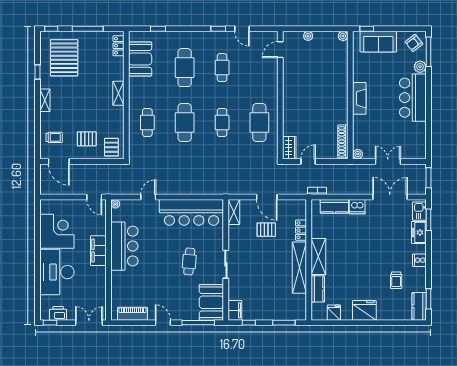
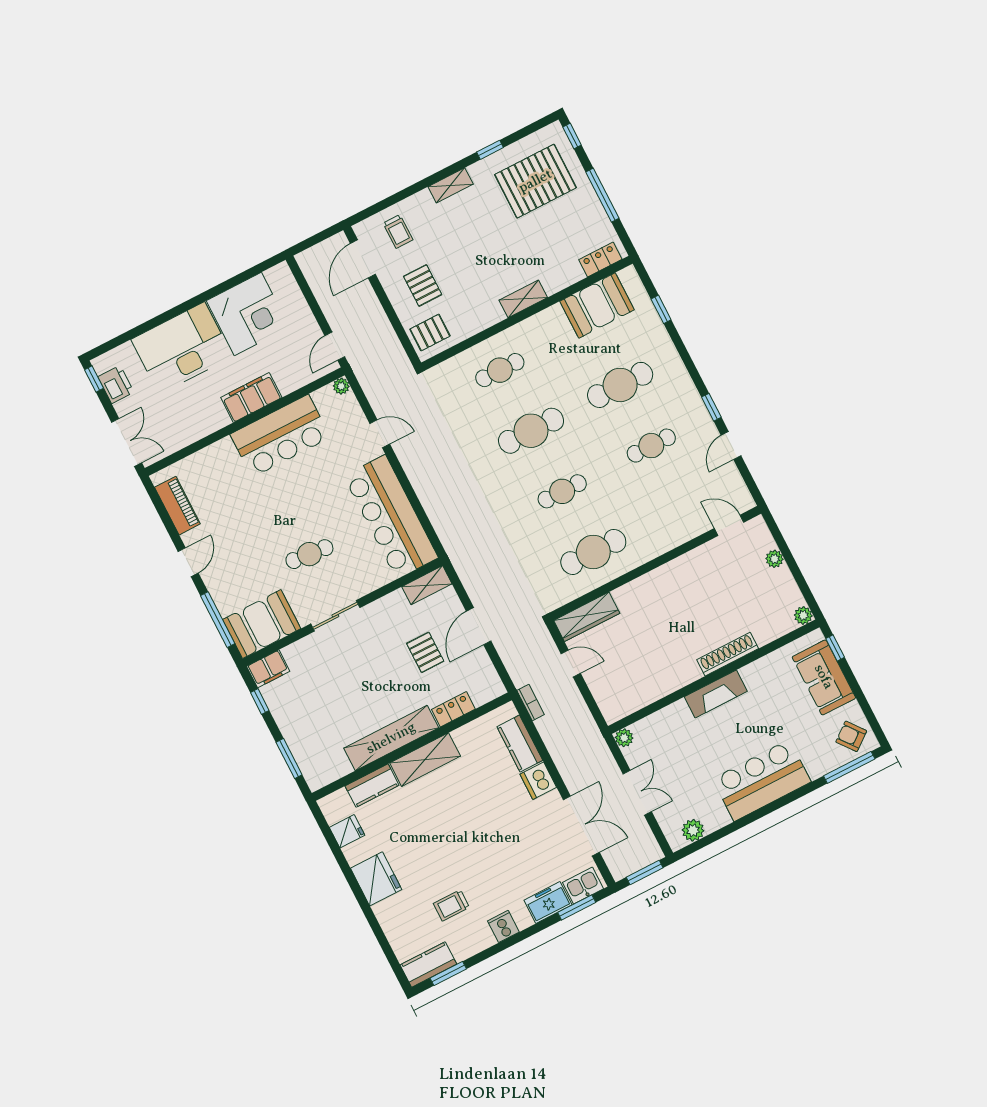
plant: (420, 67) -> (693, 830), moved
shoe rack: (343, 141) -> (728, 654), moved
wardrobe: (289, 148) -> (587, 617), width x1.50

